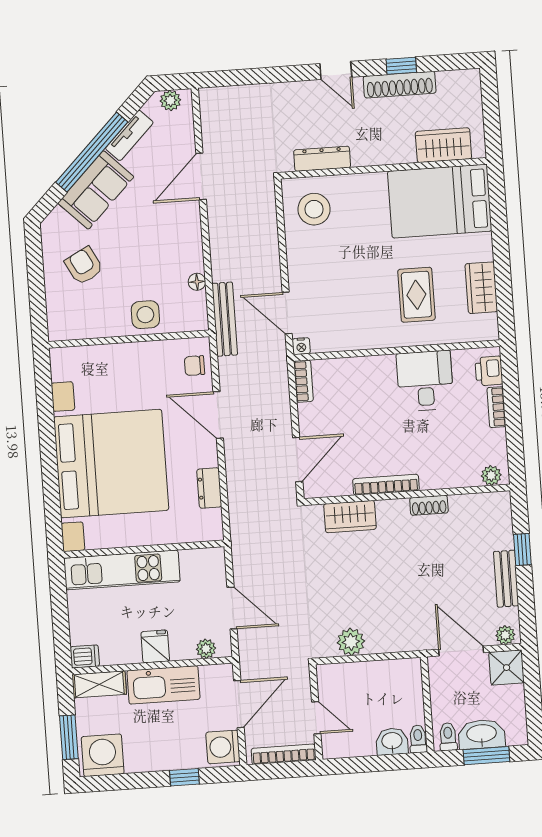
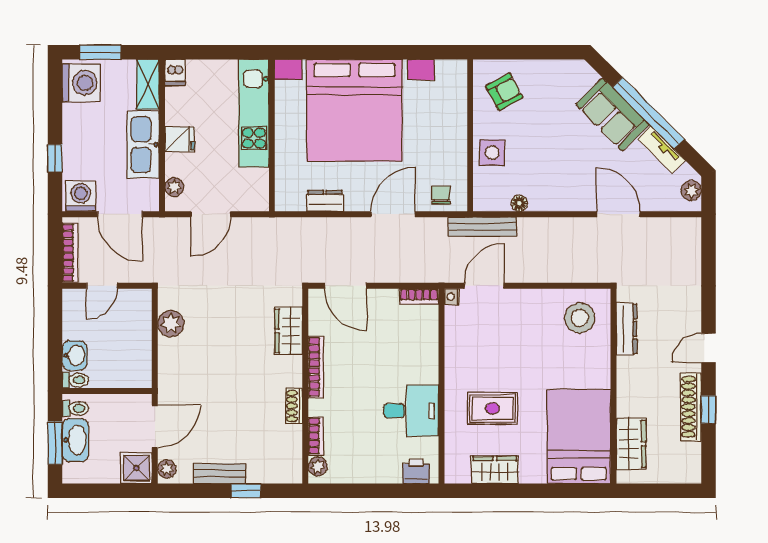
armchair: (84, 266) -> (504, 92), moved
bookcase: (496, 407) -> (316, 436), moved, turned 90

